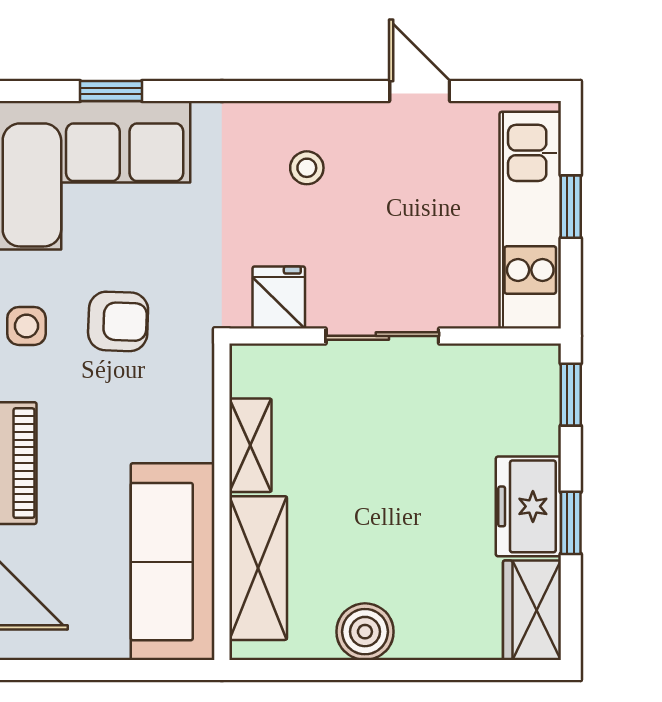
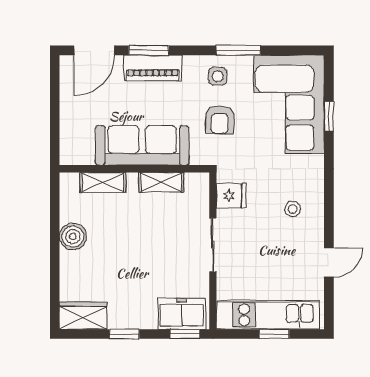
freezer: (528, 506) -> (182, 314), moved
sofa: (173, 562) -> (142, 145), moved
shelving: (258, 568) -> (103, 182), width x0.67, depth x0.75

